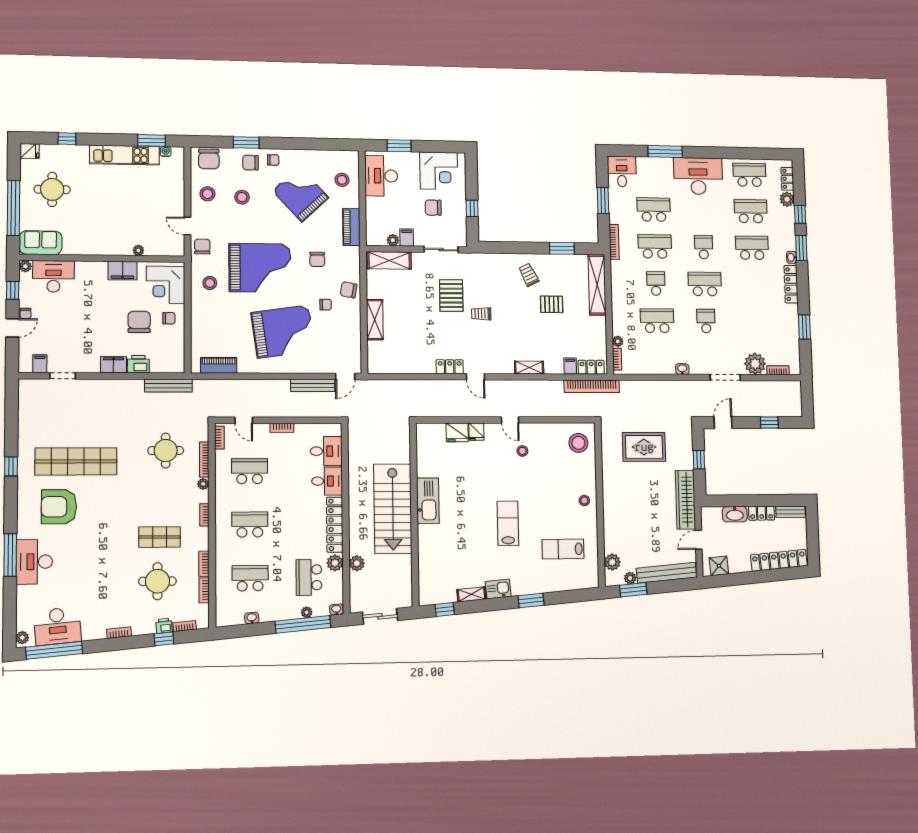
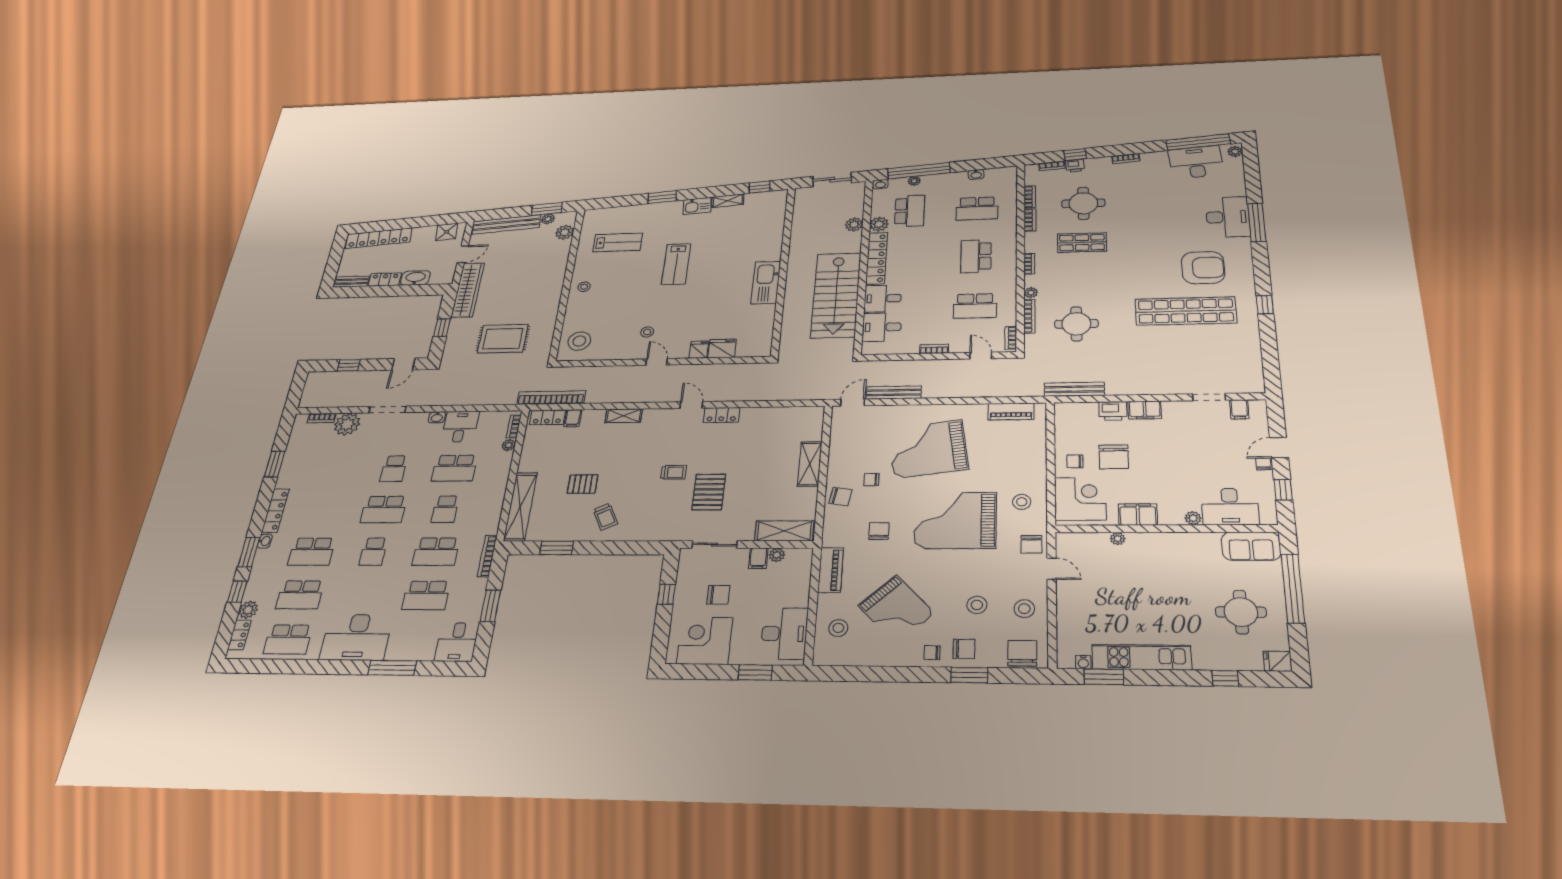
plant: (25, 266) -> (1193, 518), moved
desk: (661, 360) -> (460, 427), added
stairs: (393, 509) -> (836, 295), moved, turned 180
school desk: (250, 525) -> (976, 256), turned 90

